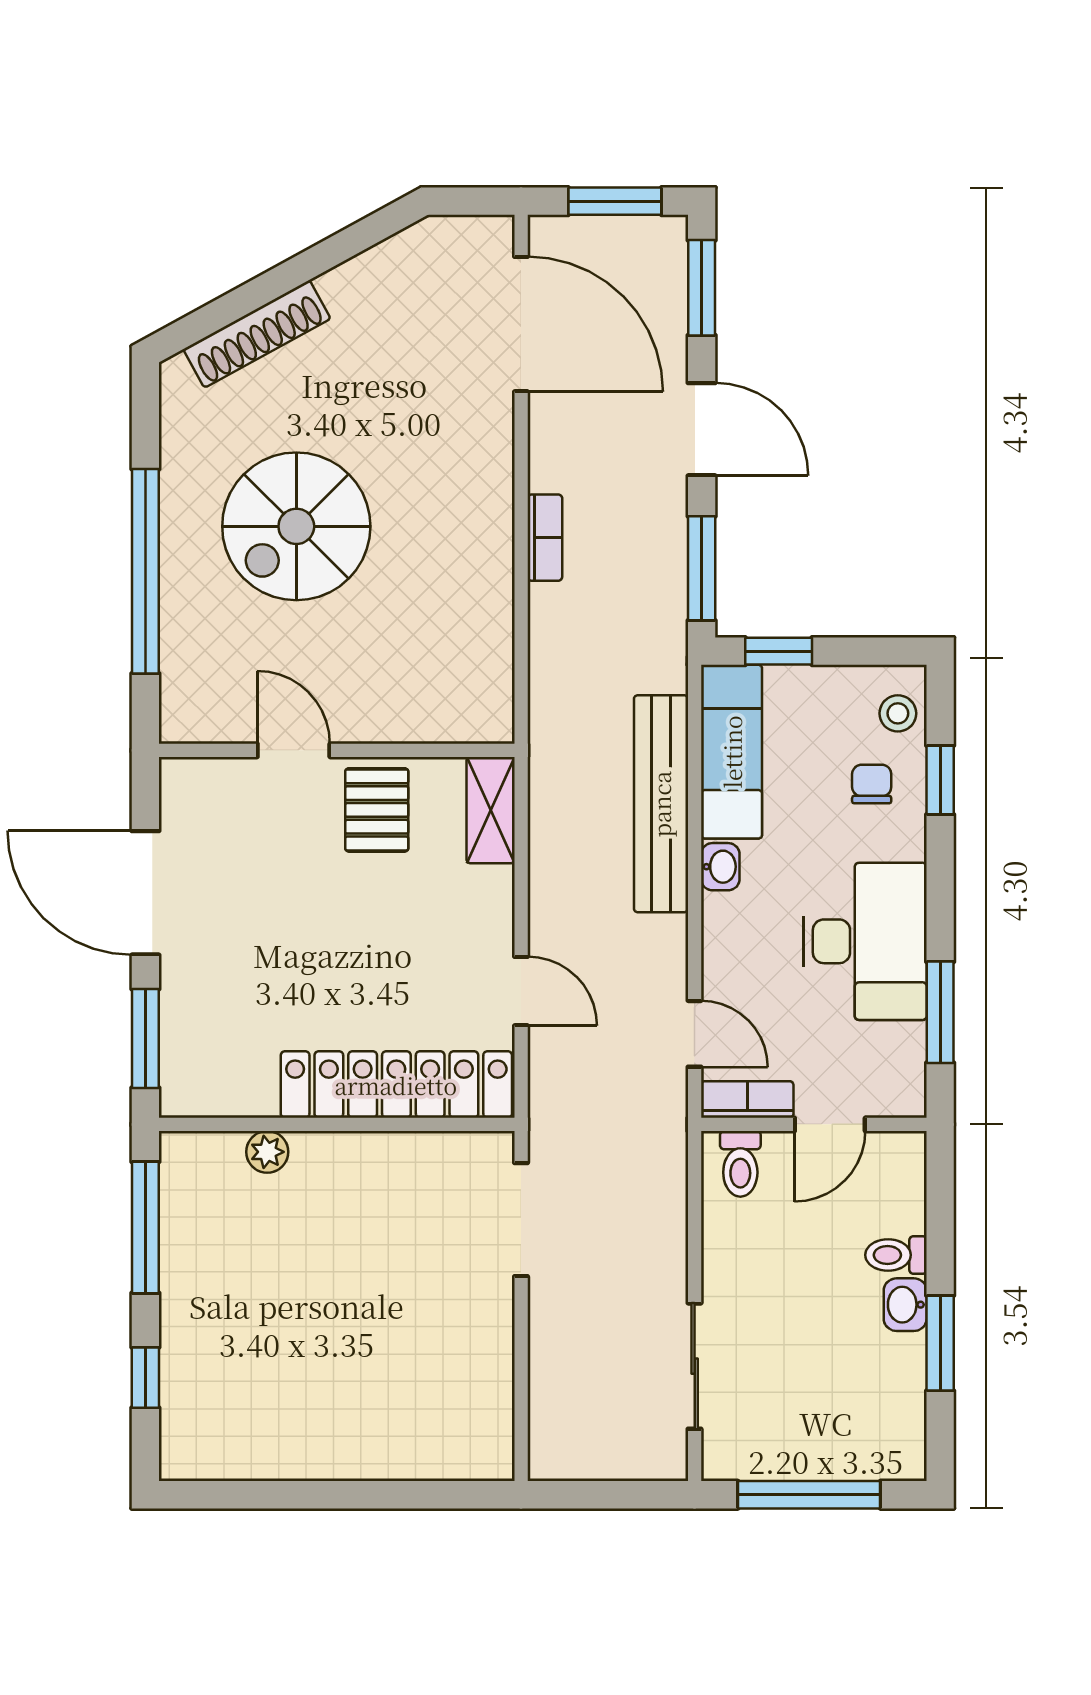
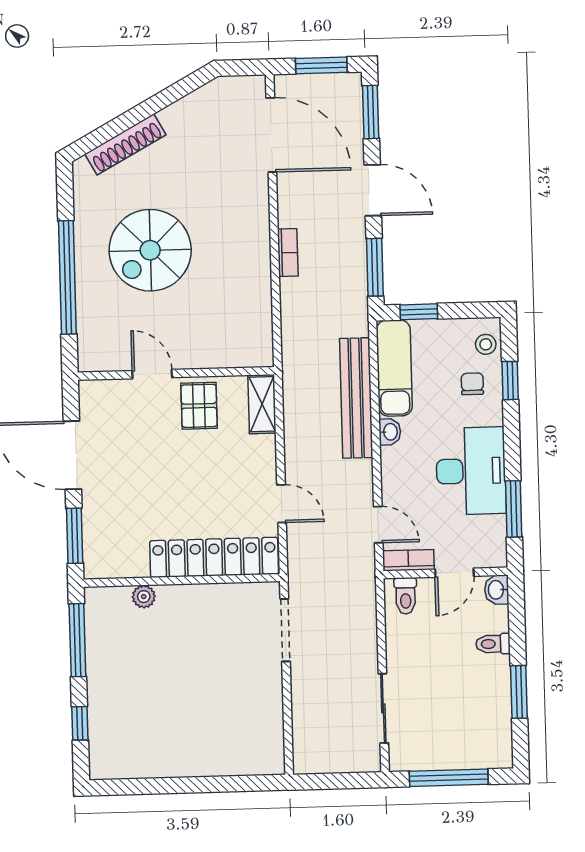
washbasin: (905, 1305) -> (497, 590), moved

